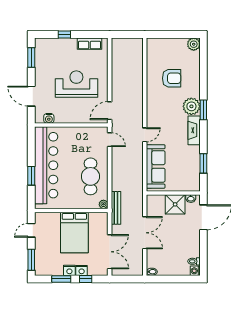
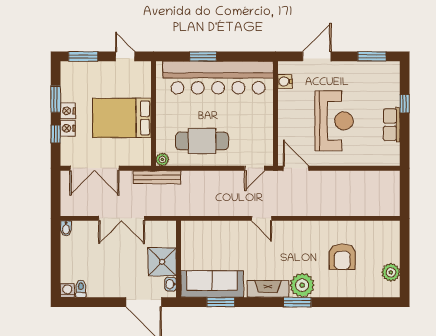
row of seats: (89, 44) -> (392, 125), moved
plant: (194, 44) -> (391, 272), moved
sofa: (156, 166) -> (212, 284), moved, turned 180

